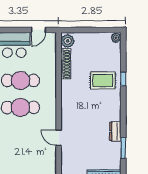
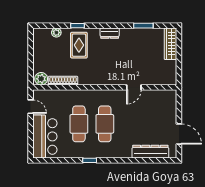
plant: (116, 38) -> (56, 33), moved
dresser: (115, 131) -> (110, 33), moved

